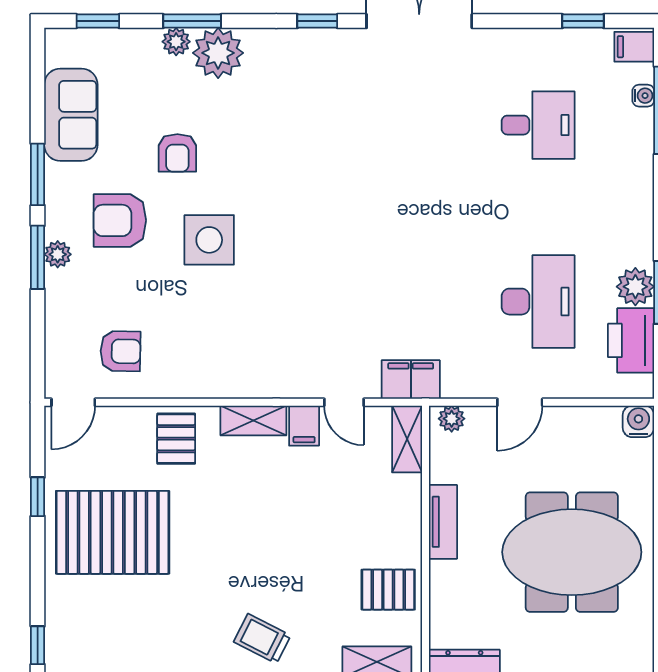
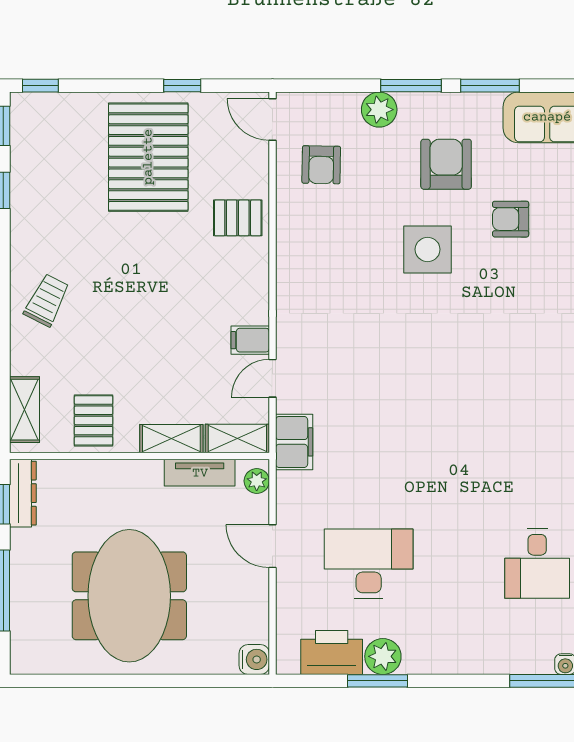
plant: (58, 254) -> (379, 110), moved, width x1.38, depth x1.38
desk: (538, 302) -> (369, 564), turned 180
shelving: (253, 420) -> (171, 439), moved, turned 90
tv unit: (443, 522) -> (200, 473), moved

